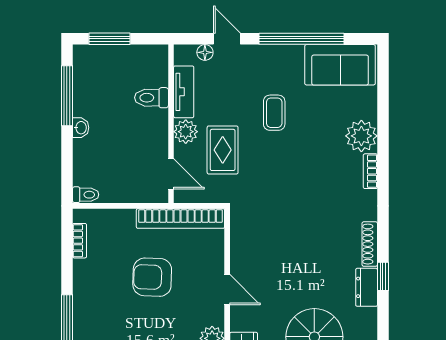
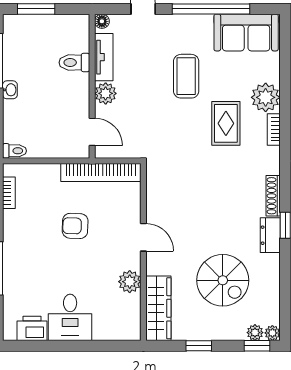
floor lamp: (205, 52) -> (102, 21), moved
coffee table: (274, 113) -> (186, 76), width x1.36, depth x1.30
rug: (223, 150) -> (226, 123), moved
armchair: (152, 277) -> (75, 226), width x0.72, depth x0.72

